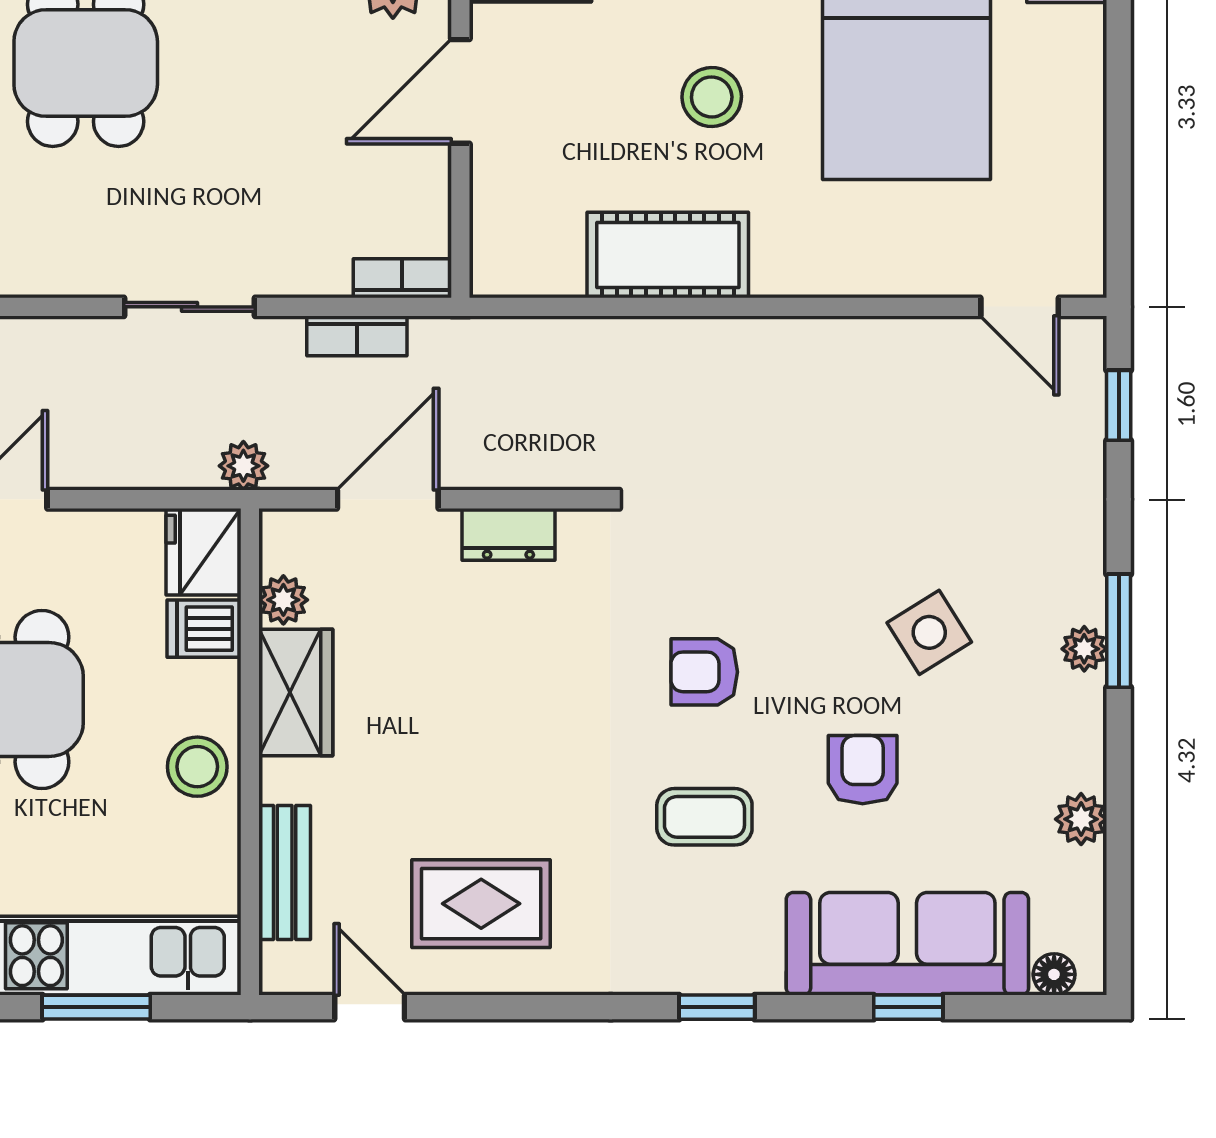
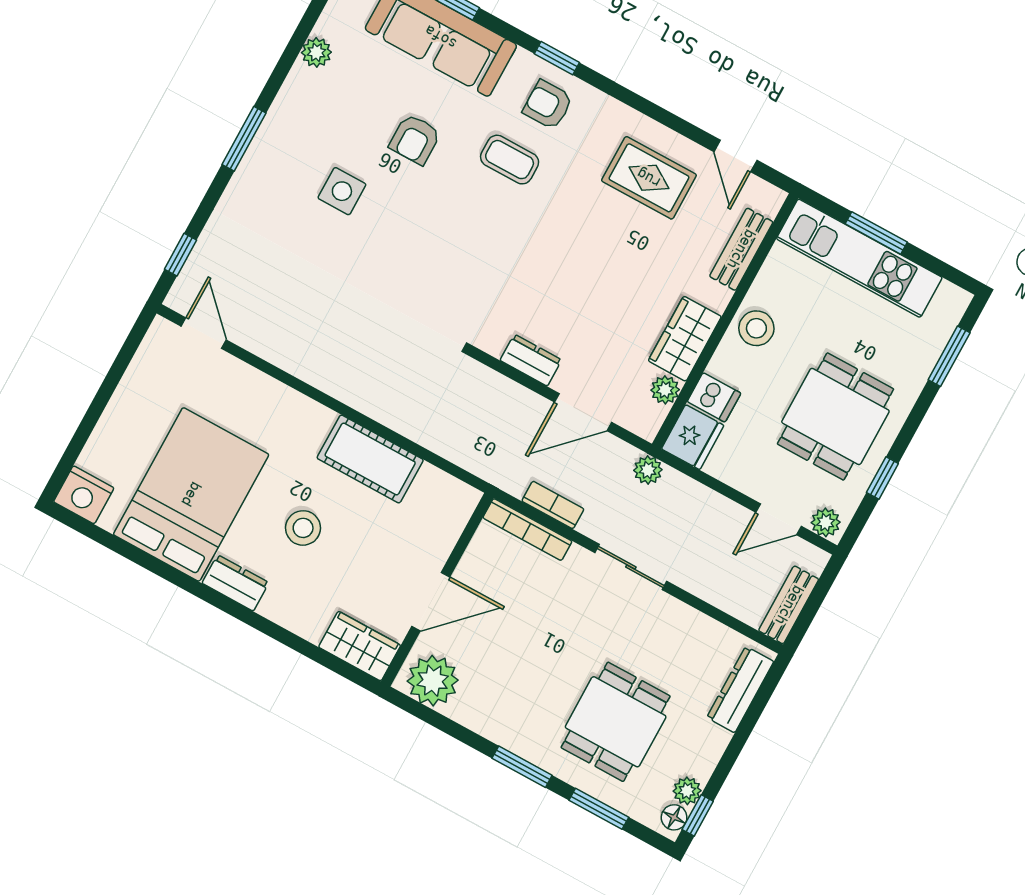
bookcase: (402, 278) -> (527, 530), width x1.56
side table: (929, 632) -> (342, 191), turned 32
plant: (1084, 649) -> (267, 139), removed
armchair: (704, 672) -> (548, 105), moved, turned 180

